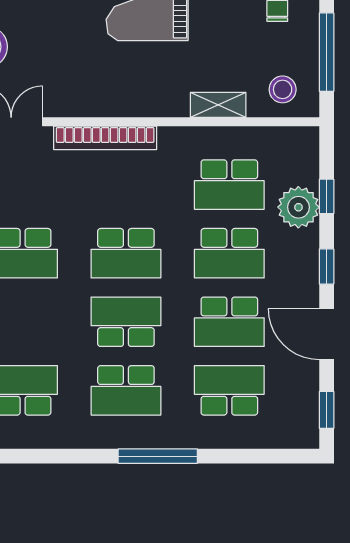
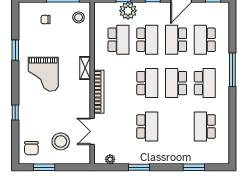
shelving: (218, 105) -> (85, 68), moved
school desk: (229, 322) -> (176, 40), turned 180

